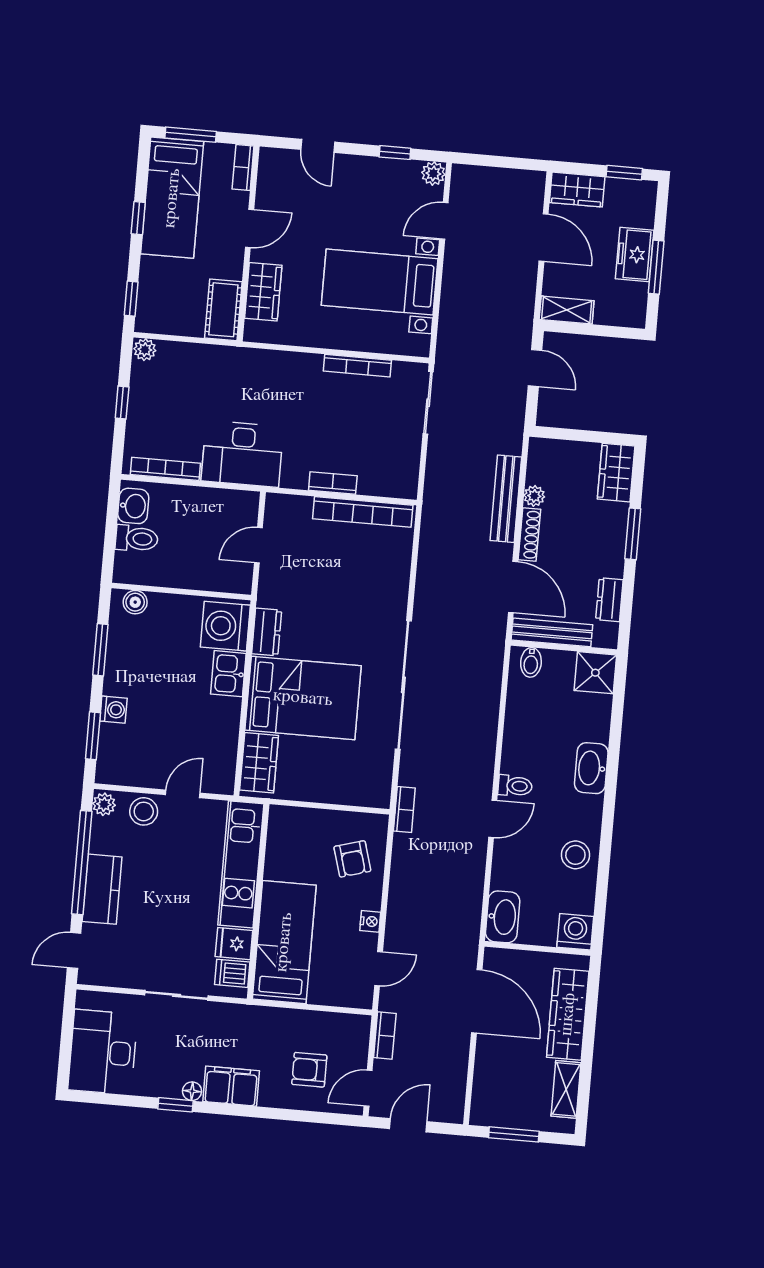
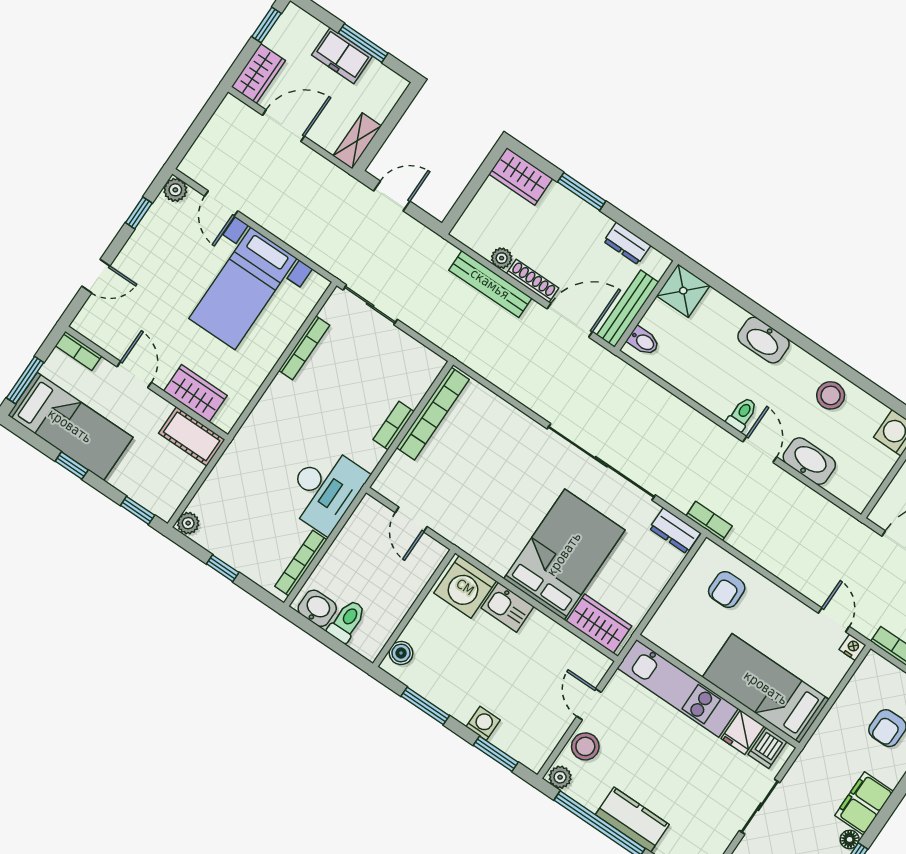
dresser: (267, 632) -> (675, 531), moved, turned 180
armchair: (352, 859) -> (727, 590), turned 106
washbasin: (503, 917) -> (809, 461), moved
nightstand: (370, 921) -> (852, 647), moved

